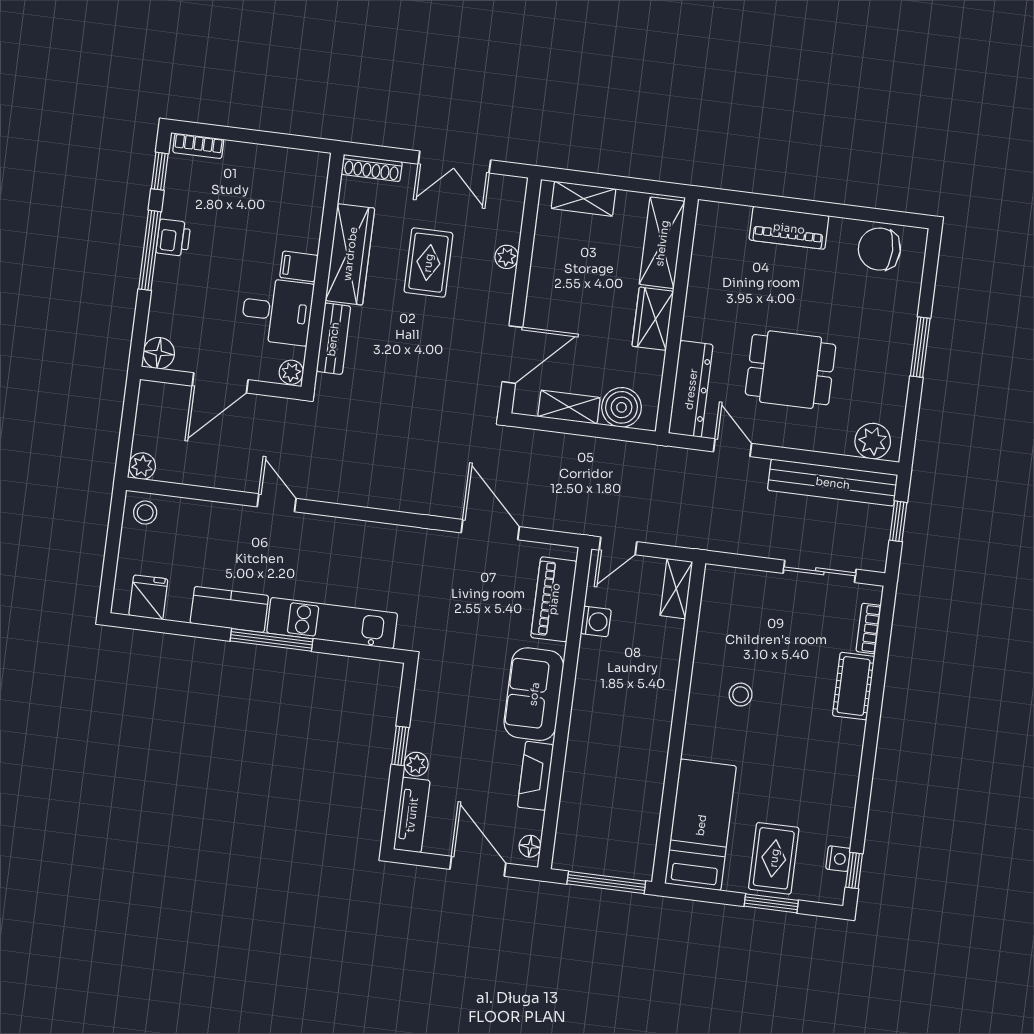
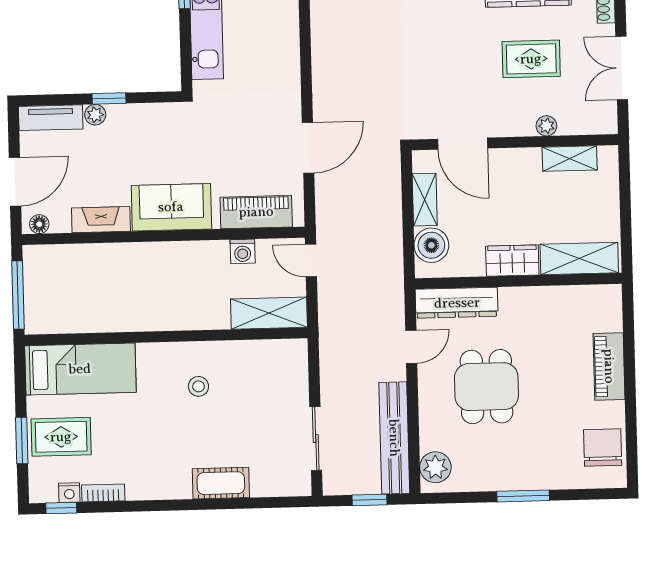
shelving: (584, 199) -> (570, 159), moved, turned 90
shelving: (676, 589) -> (269, 313), width x1.50, depth x1.33
bookcase: (869, 628) -> (103, 493), moved

